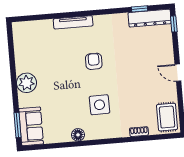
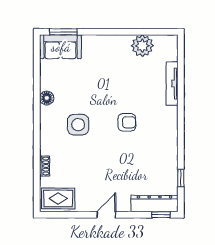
dresser: (150, 18) -> (155, 203), moved, turned 90
tv unit: (73, 22) -> (172, 83), moved
plant: (27, 83) -> (142, 46), moved

